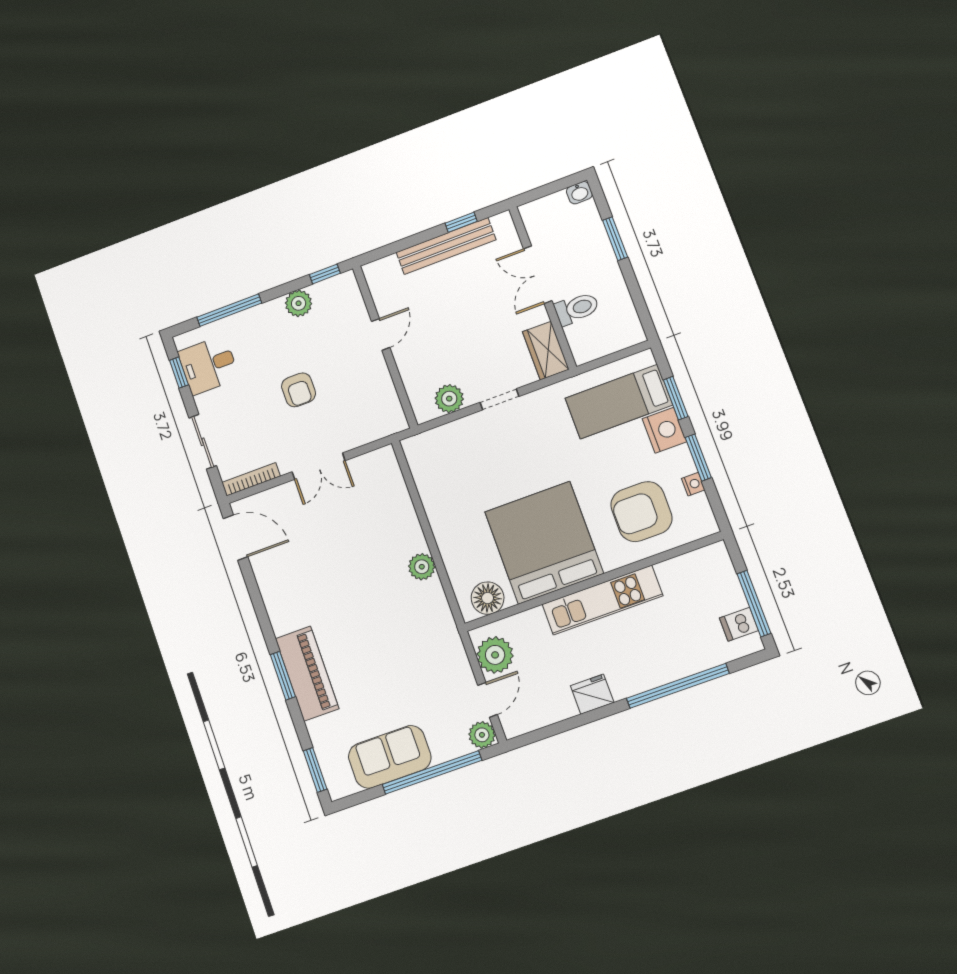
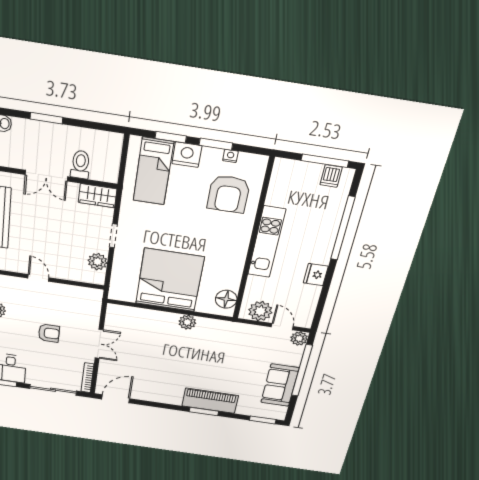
sliding door: (203, 442) -> (53, 390), width x1.37
bed: (544, 543) -> (170, 280), moved, turned 90

